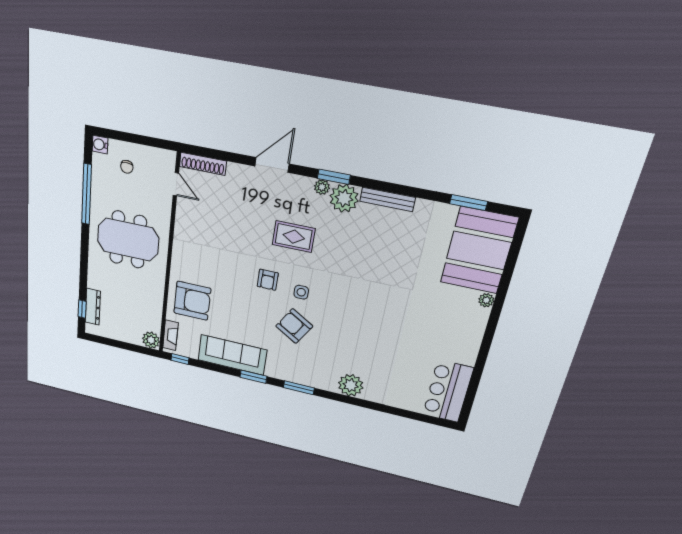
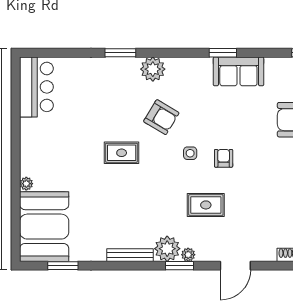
rug: (373, 308) -> (122, 153), added
armchair: (294, 326) -> (161, 117), moved
sofa: (232, 355) -> (238, 71), width x0.73
plant: (351, 385) -> (153, 69), moved
window: (299, 388) -> (120, 53), moved

